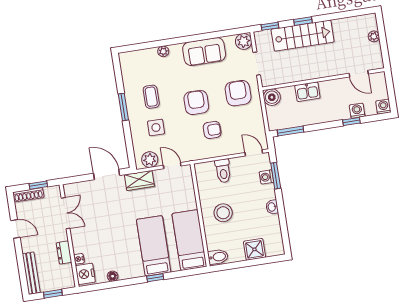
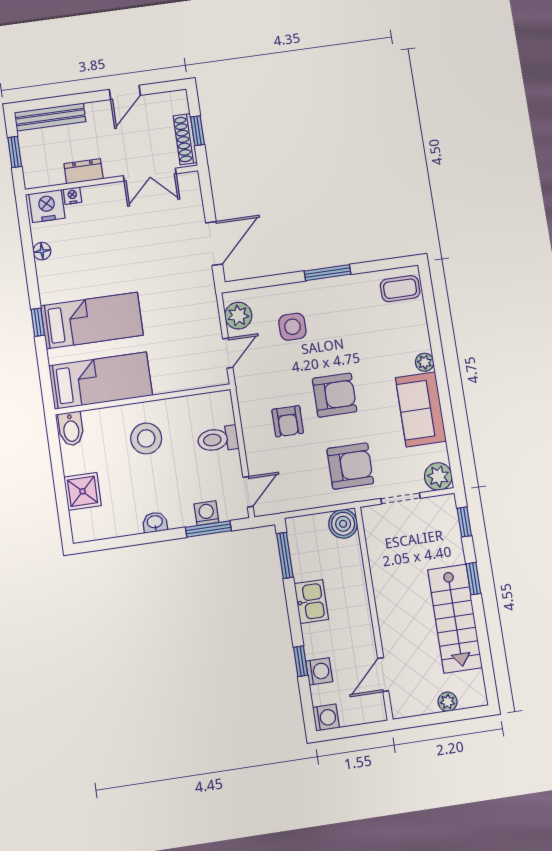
stairs: (303, 36) -> (455, 619), moved
plant: (163, 51) -> (425, 362), moved
kitchen sink: (307, 92) -> (311, 602), moved, turned 180
coffee table: (151, 97) -> (400, 289), moved
wardrobe: (139, 180) -> (203, 298), removed
shoe rack: (28, 195) -> (185, 139), moved

